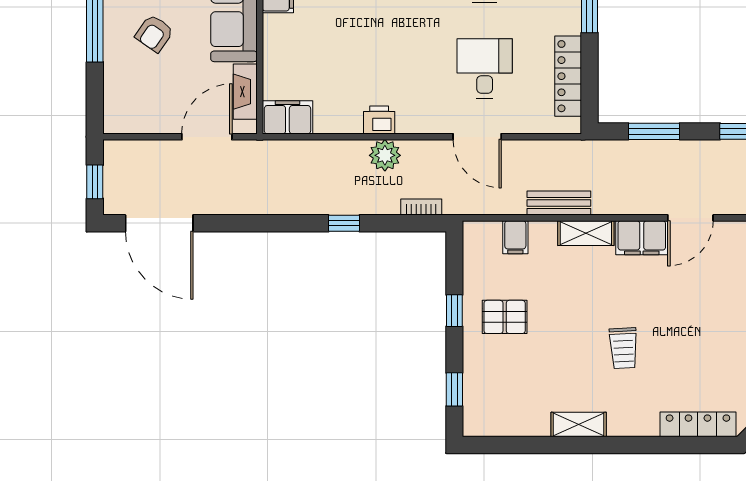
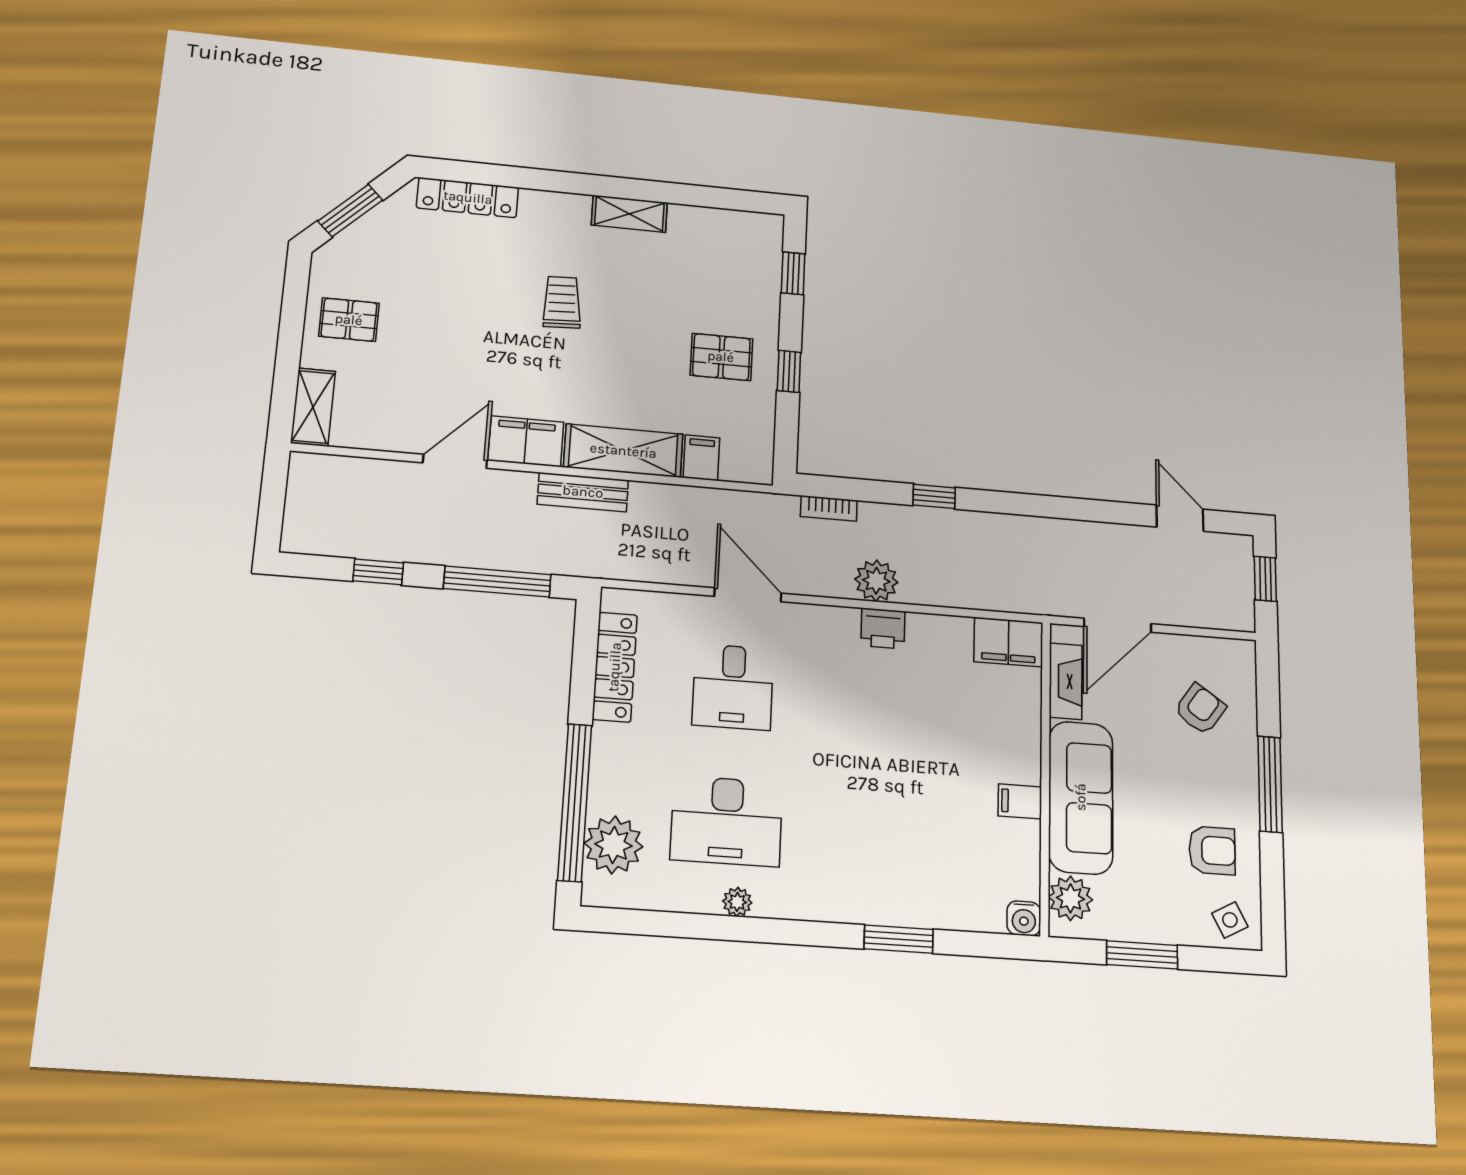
armchair: (154, 33) -> (1200, 709), moved
window: (654, 131) -> (497, 582), width x1.44
bench: (559, 203) -> (583, 492), moved
door: (159, 223) -> (1180, 518), width x0.53
shelving: (586, 233) -> (623, 451), width x1.50, depth x1.33

